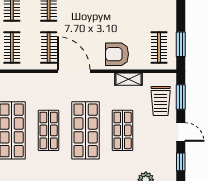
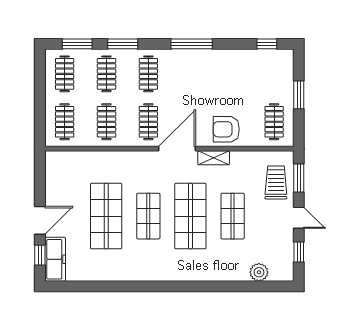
window: (181, 44) -> (299, 95), moved
door: (74, 71) -> (177, 149), hinge flipped
shelving: (128, 79) -> (214, 158), moved
trolley: (161, 101) -> (276, 183), turned 180

